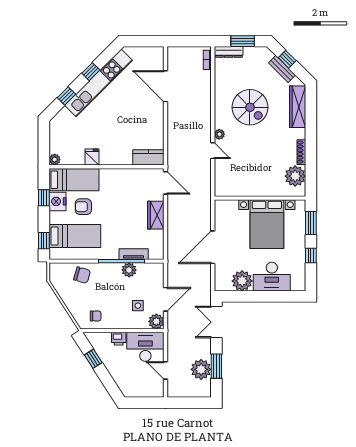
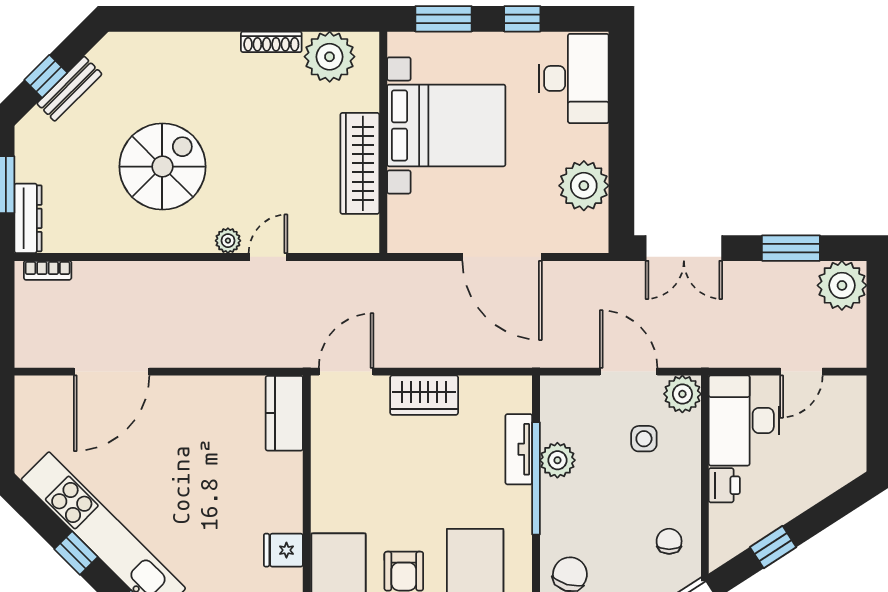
wardrobe: (298, 107) -> (360, 163), moved, turned 90
desk: (272, 277) -> (574, 78), moved
plant: (201, 369) -> (842, 285), moved

